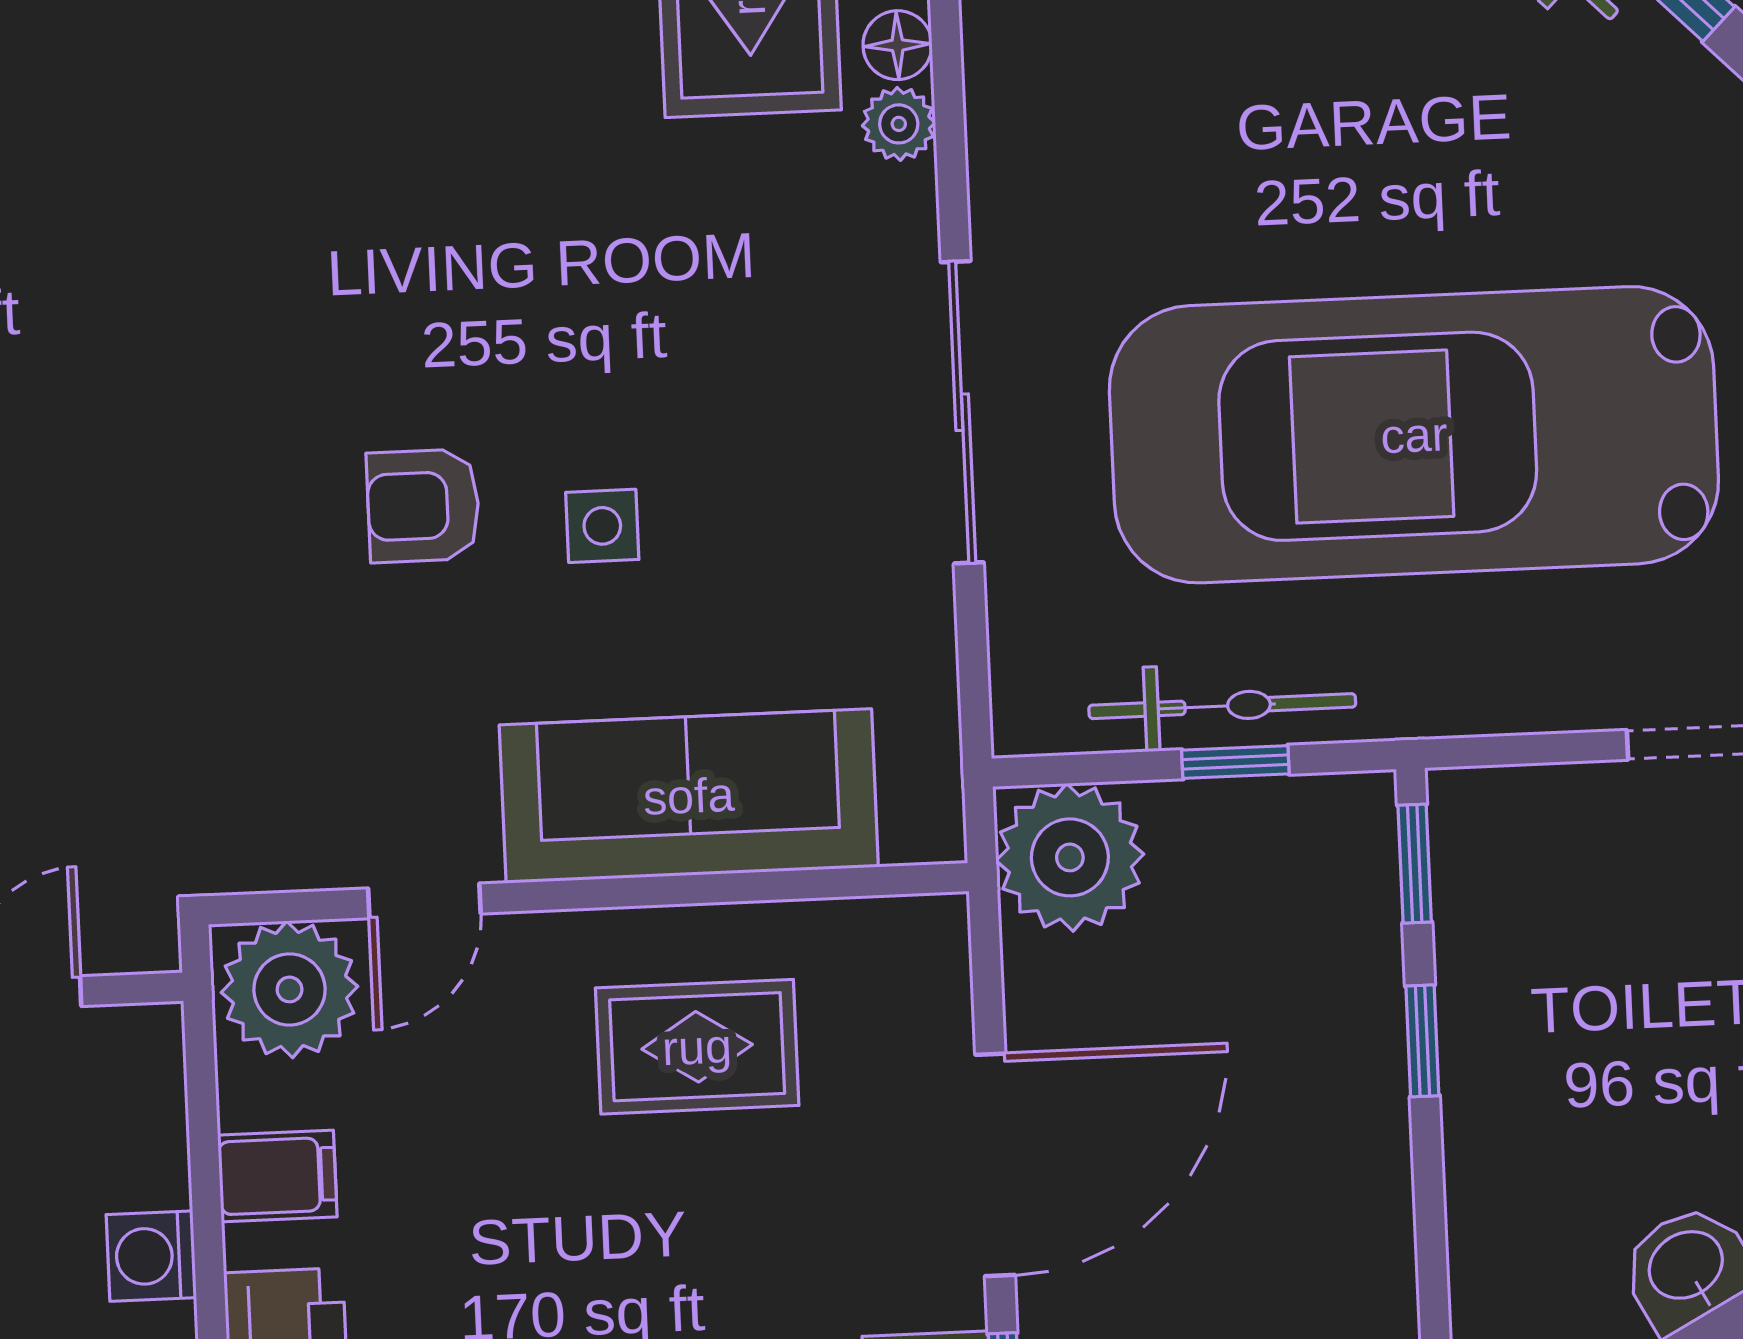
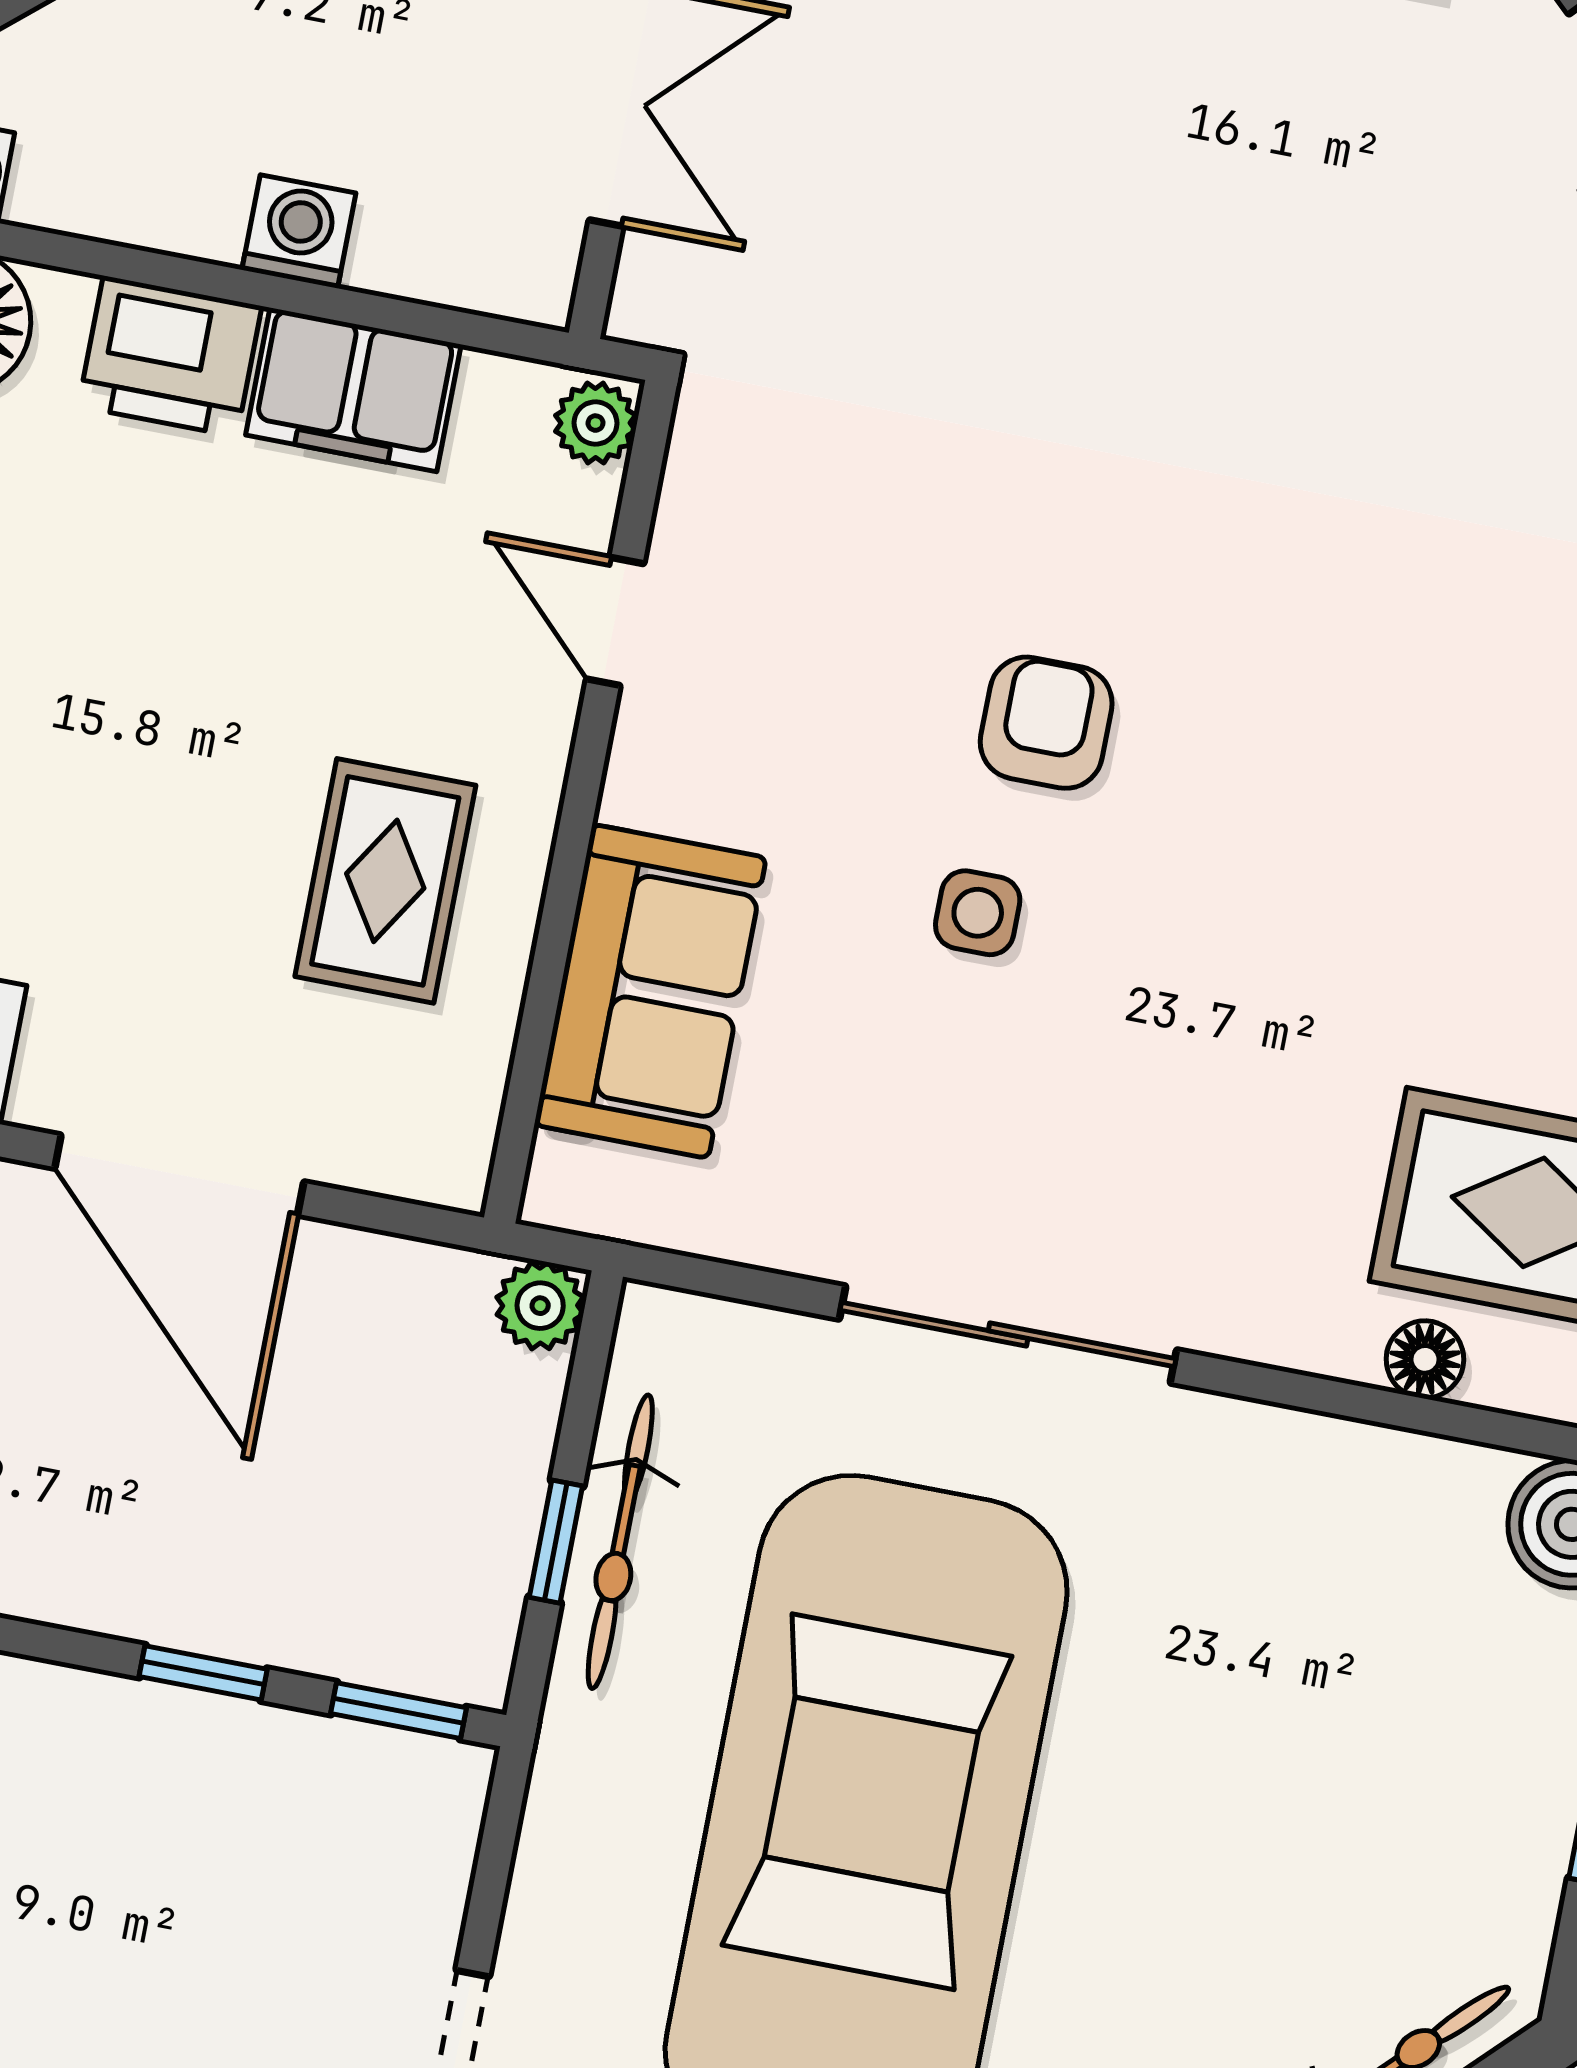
plant: (899, 124) -> (1339, 1340), removed
sofa: (689, 796) -> (650, 991), width x0.73
plant: (1070, 857) -> (540, 1306), width x0.53, depth x0.53
plant: (290, 989) -> (596, 423), width x0.53, depth x0.53
filing cabinet: (277, 1176) -> (353, 390), width x2.00

